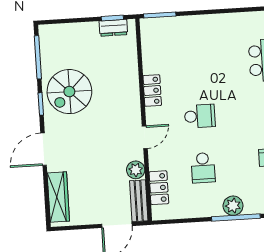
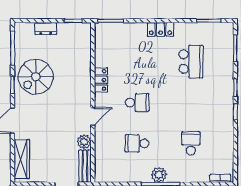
dresser: (113, 28) -> (46, 29), moved
school desk: (203, 168) -> (137, 143), turned 90
locker: (159, 188) -> (161, 29), moved, turned 90

